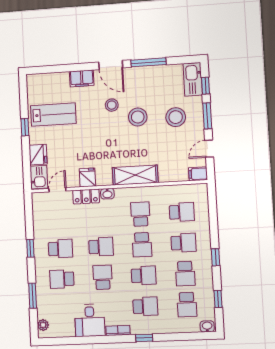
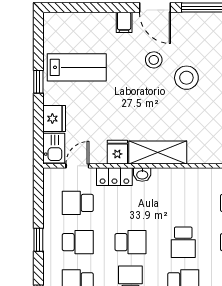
filing cabinet: (82, 78) -> (124, 22), width x0.50
shelving: (135, 175) -> (158, 152), moved
school desk: (140, 214) -> (78, 203), moved, turned -90

